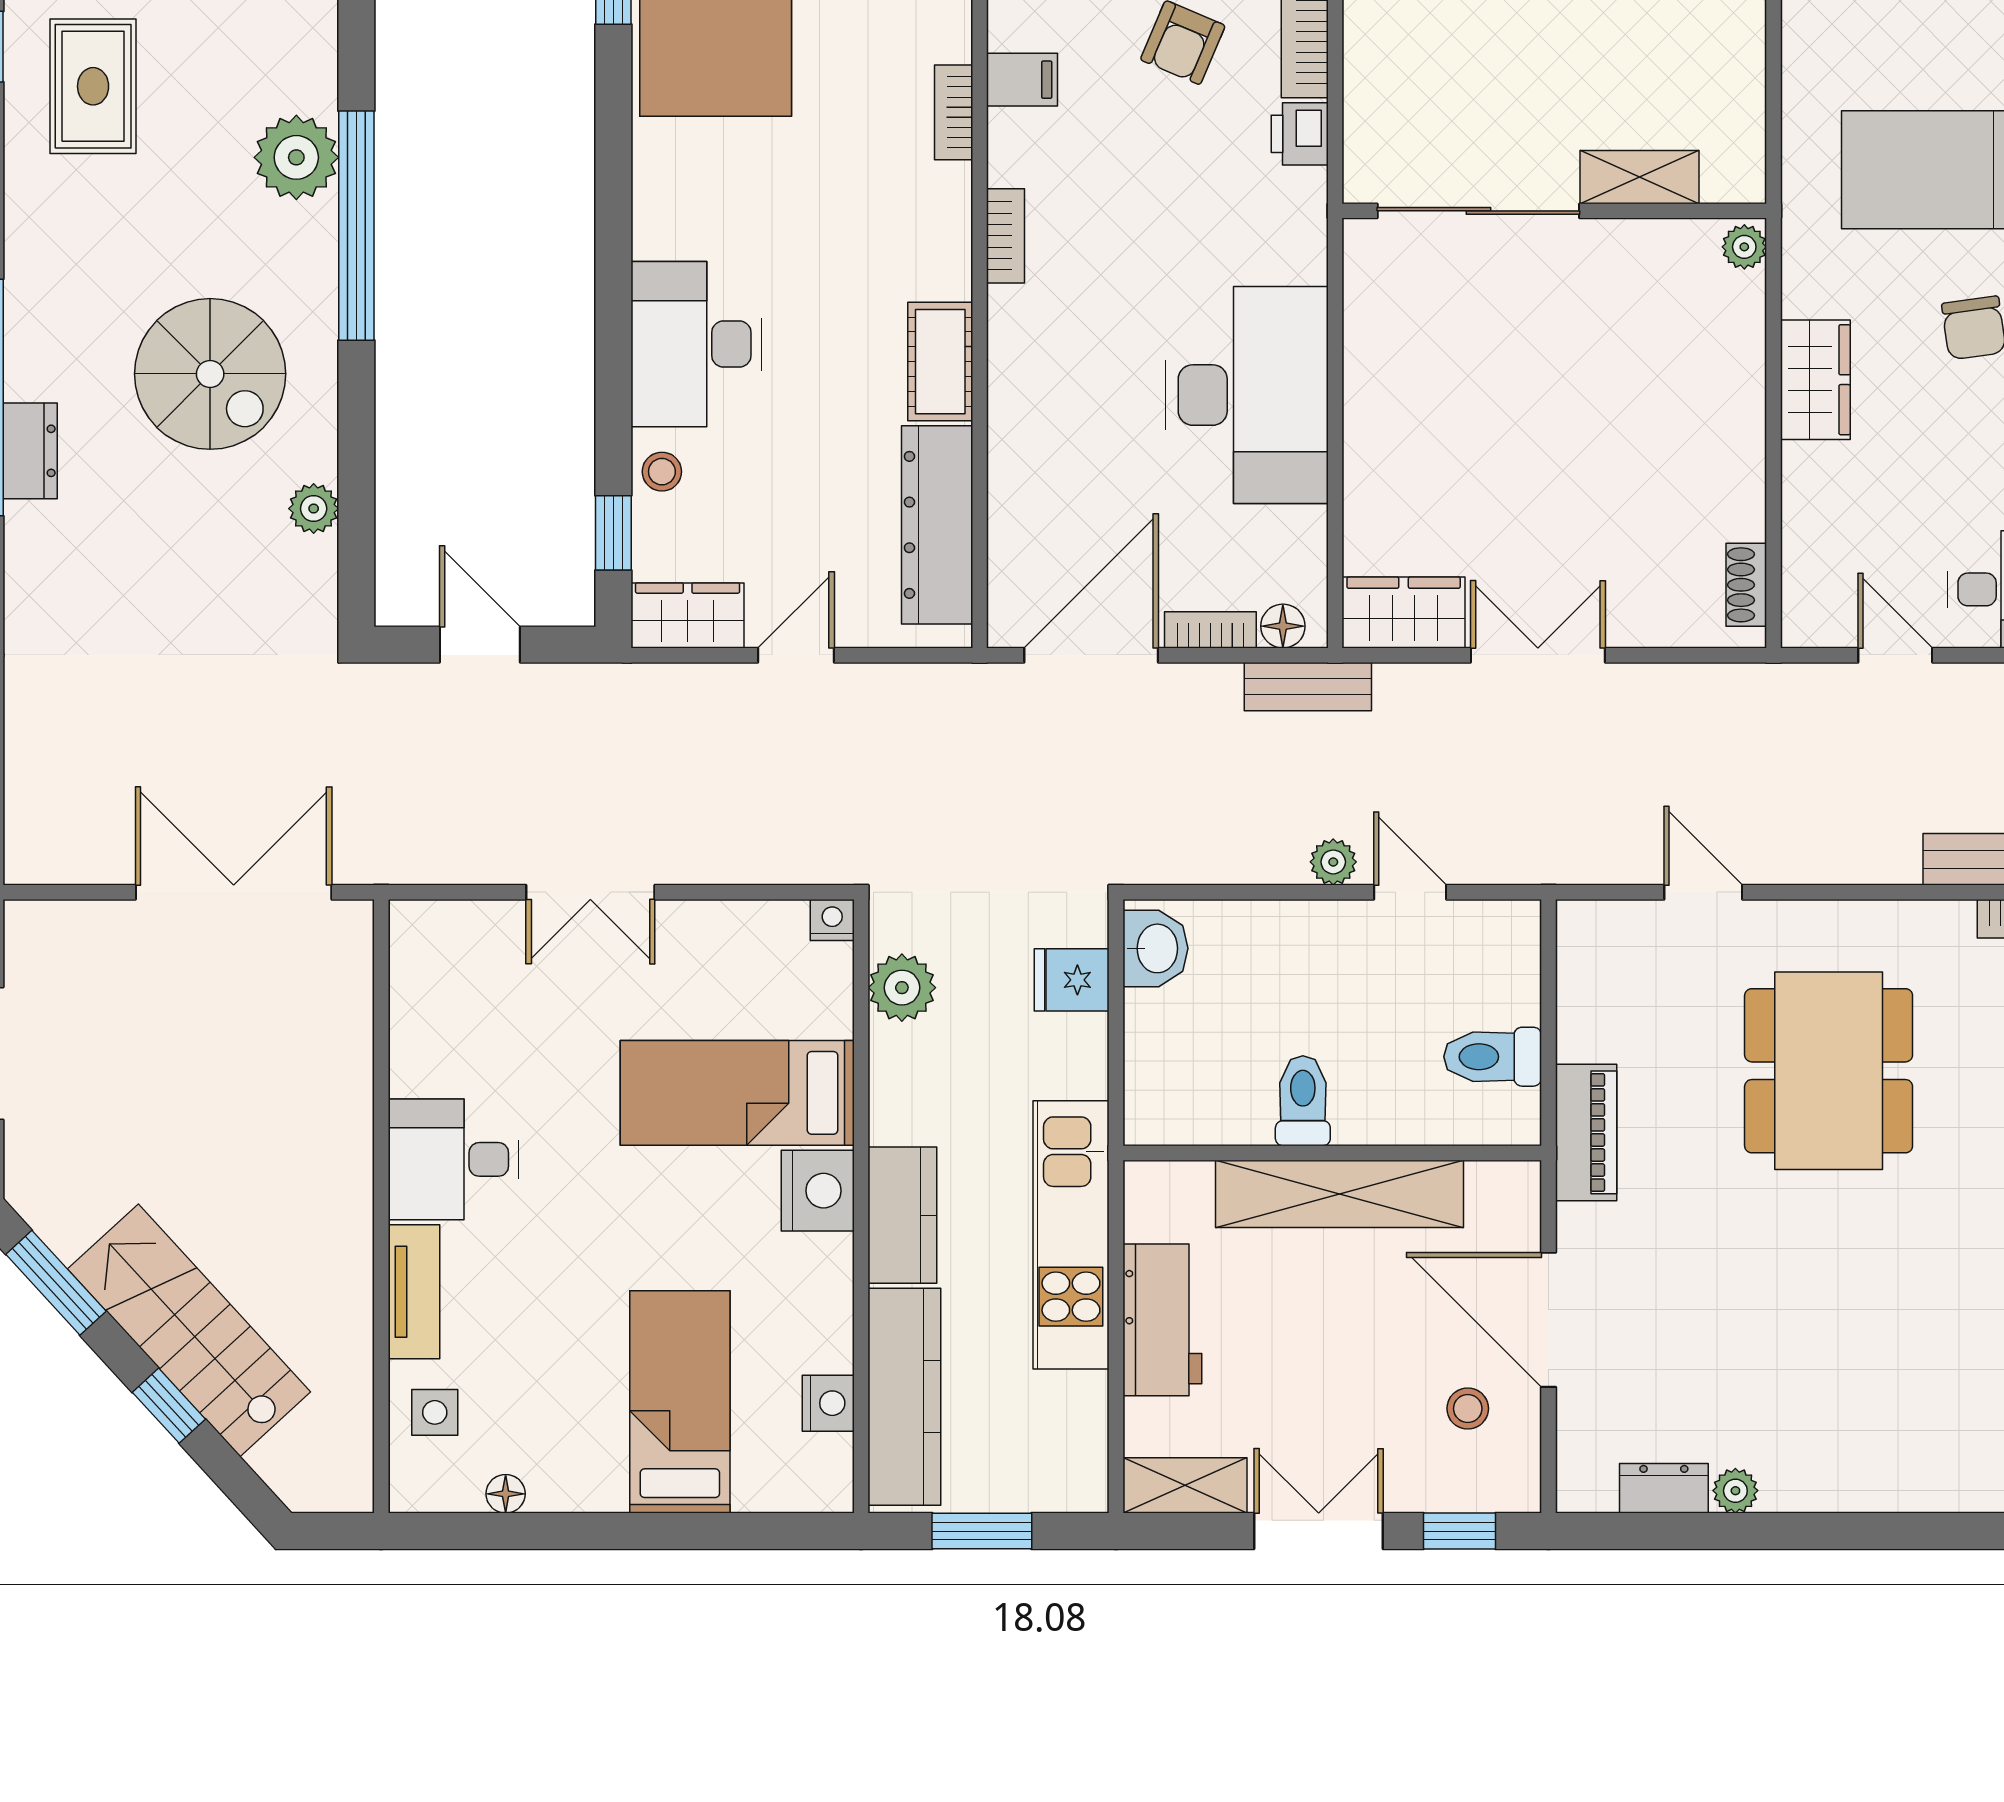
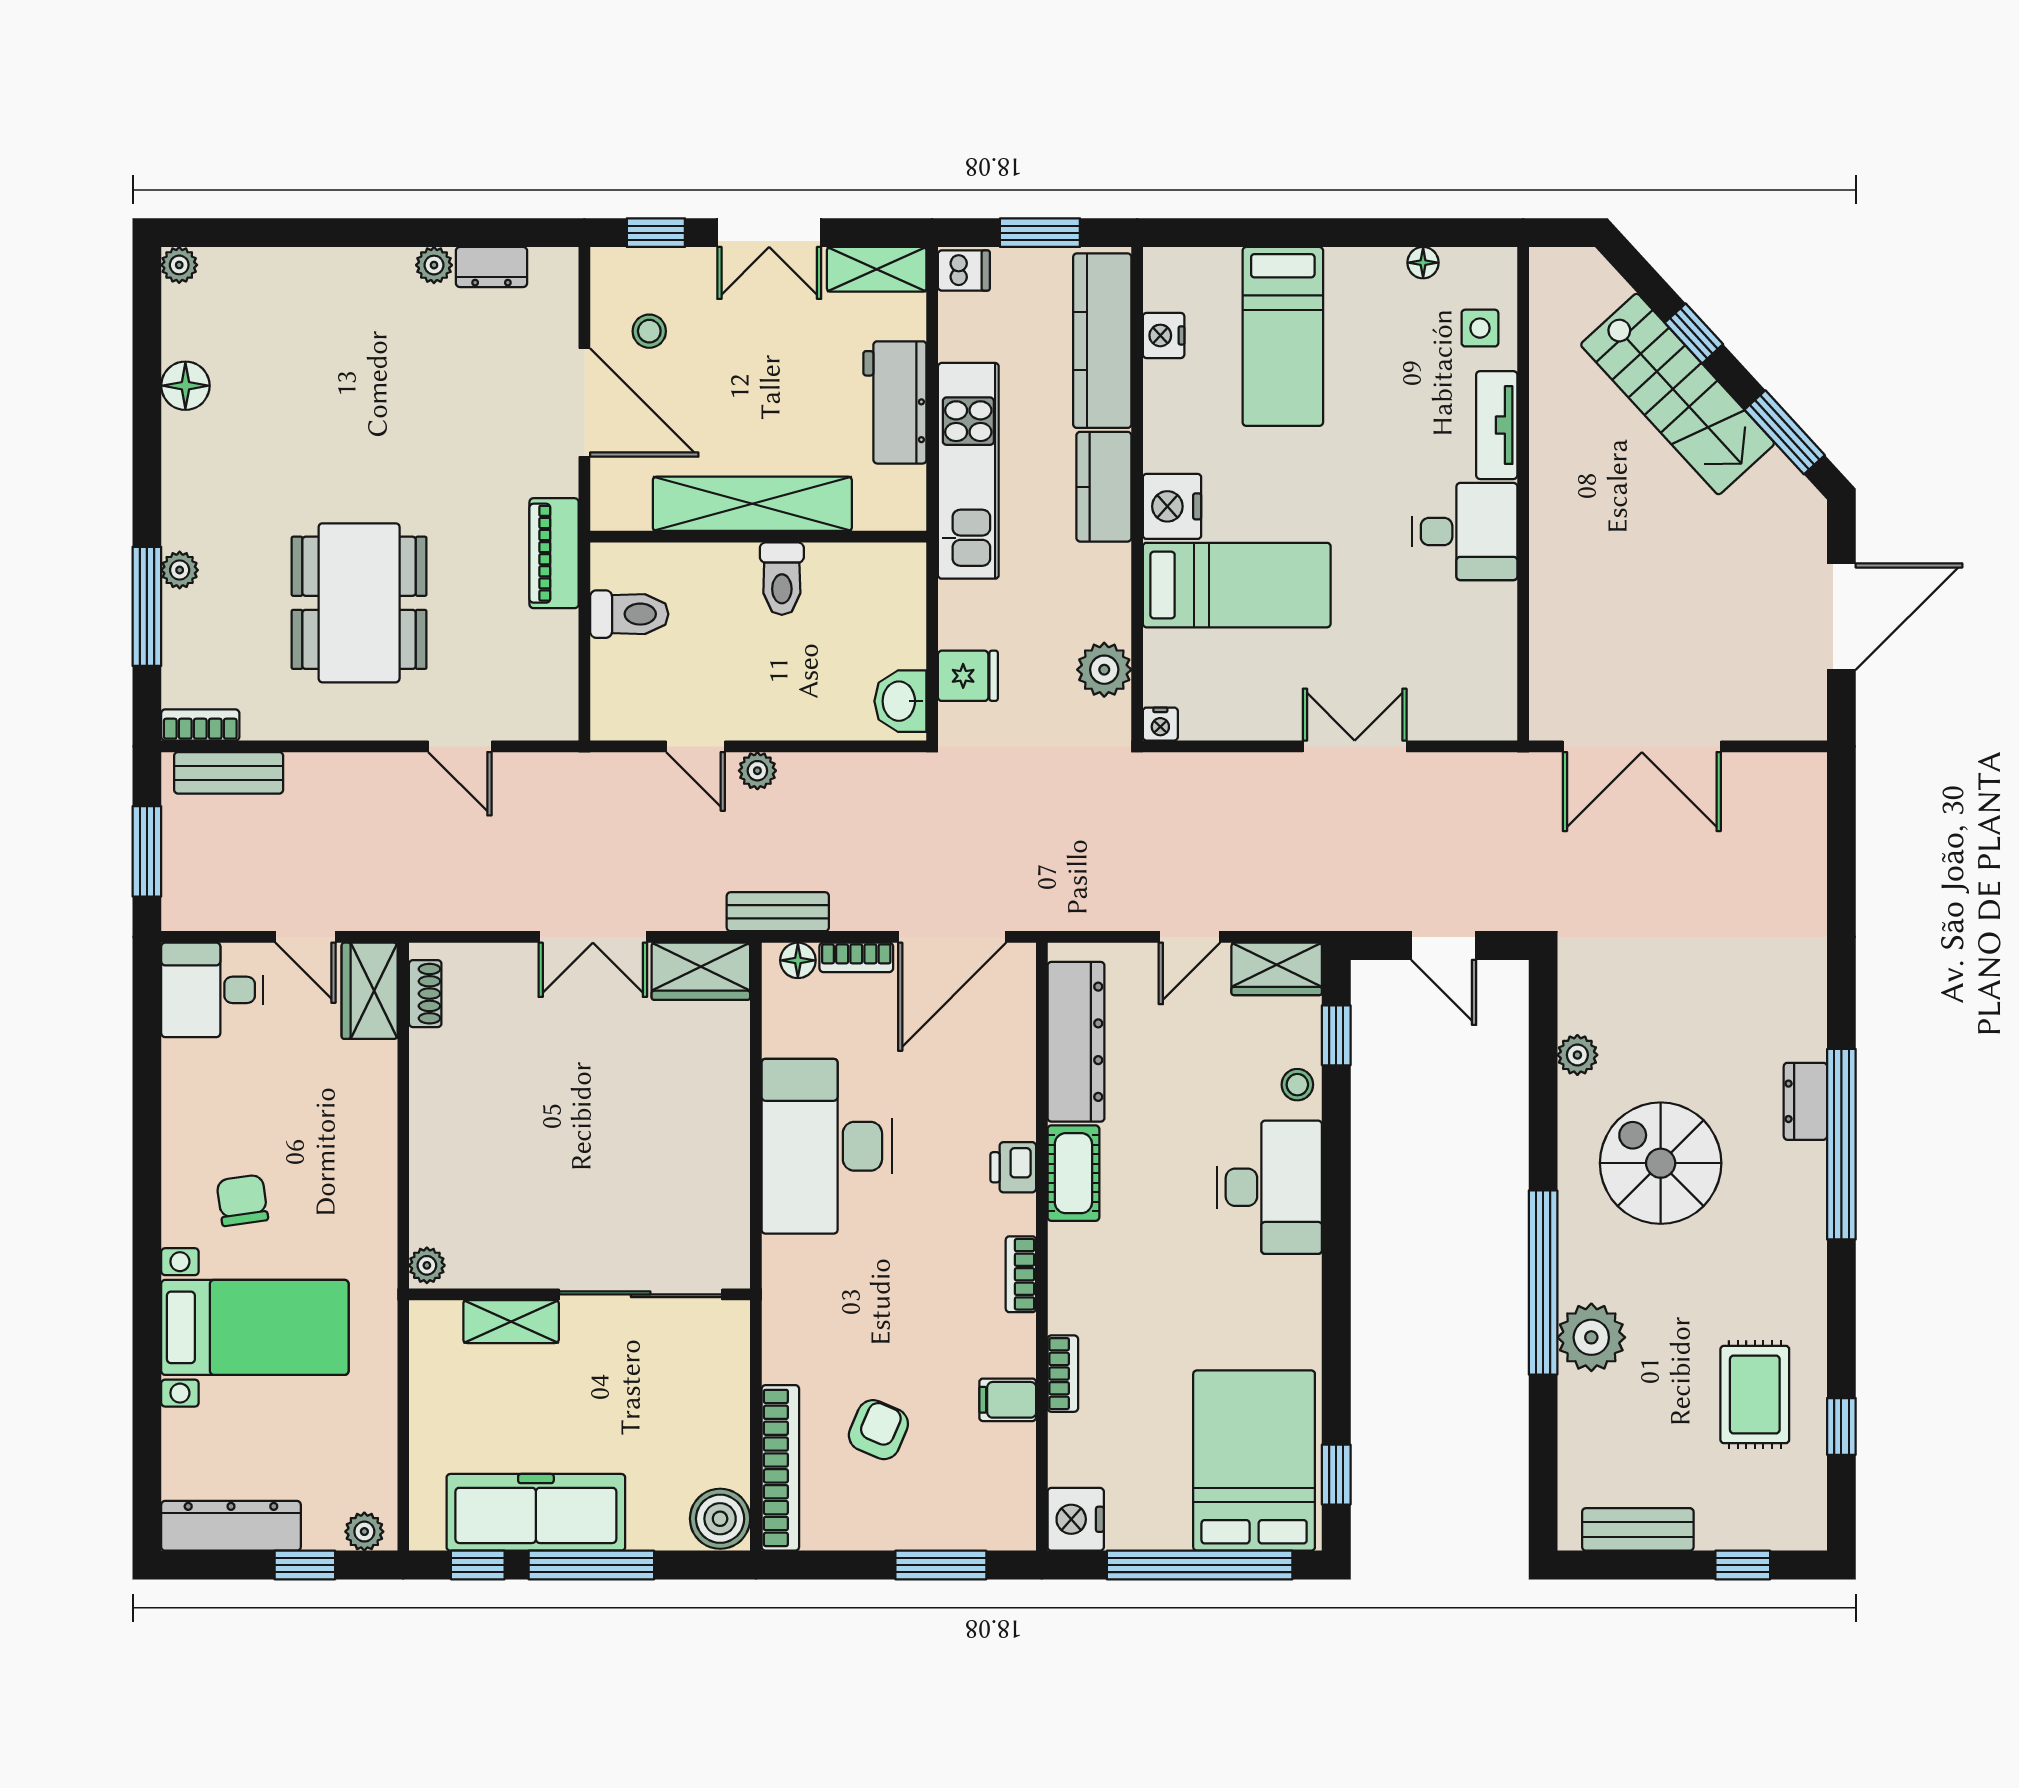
printer: (1300, 134) -> (1013, 1167), moved, turned 180
wardrobe: (1815, 380) -> (370, 991), moved
dishwasher: (1076, 1484) -> (964, 271), added

